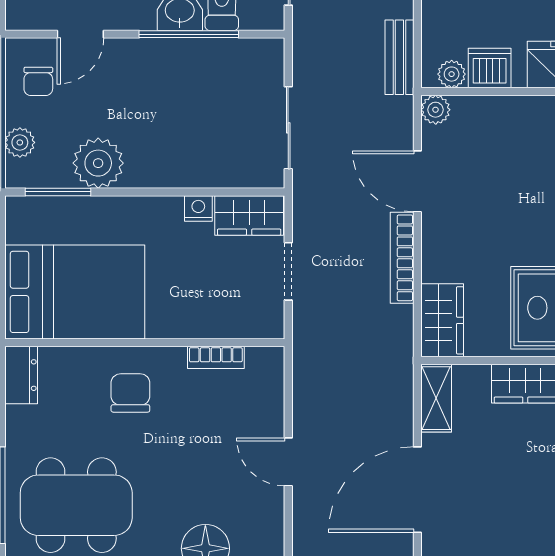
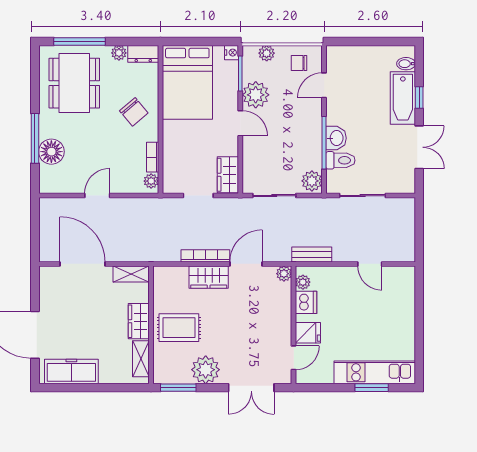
door: (80, 34) -> (324, 85), hinge flipped
plant: (261, 57) -> (312, 181), added
door: (152, 192) -> (240, 123), added
nightstand: (198, 208) -> (232, 53), moved
wardrobe: (442, 320) -> (209, 277), moved
plant: (261, 360) -> (151, 181), added
chair: (130, 393) -> (134, 112), turned 50
plant: (19, 421) -> (119, 53), added

